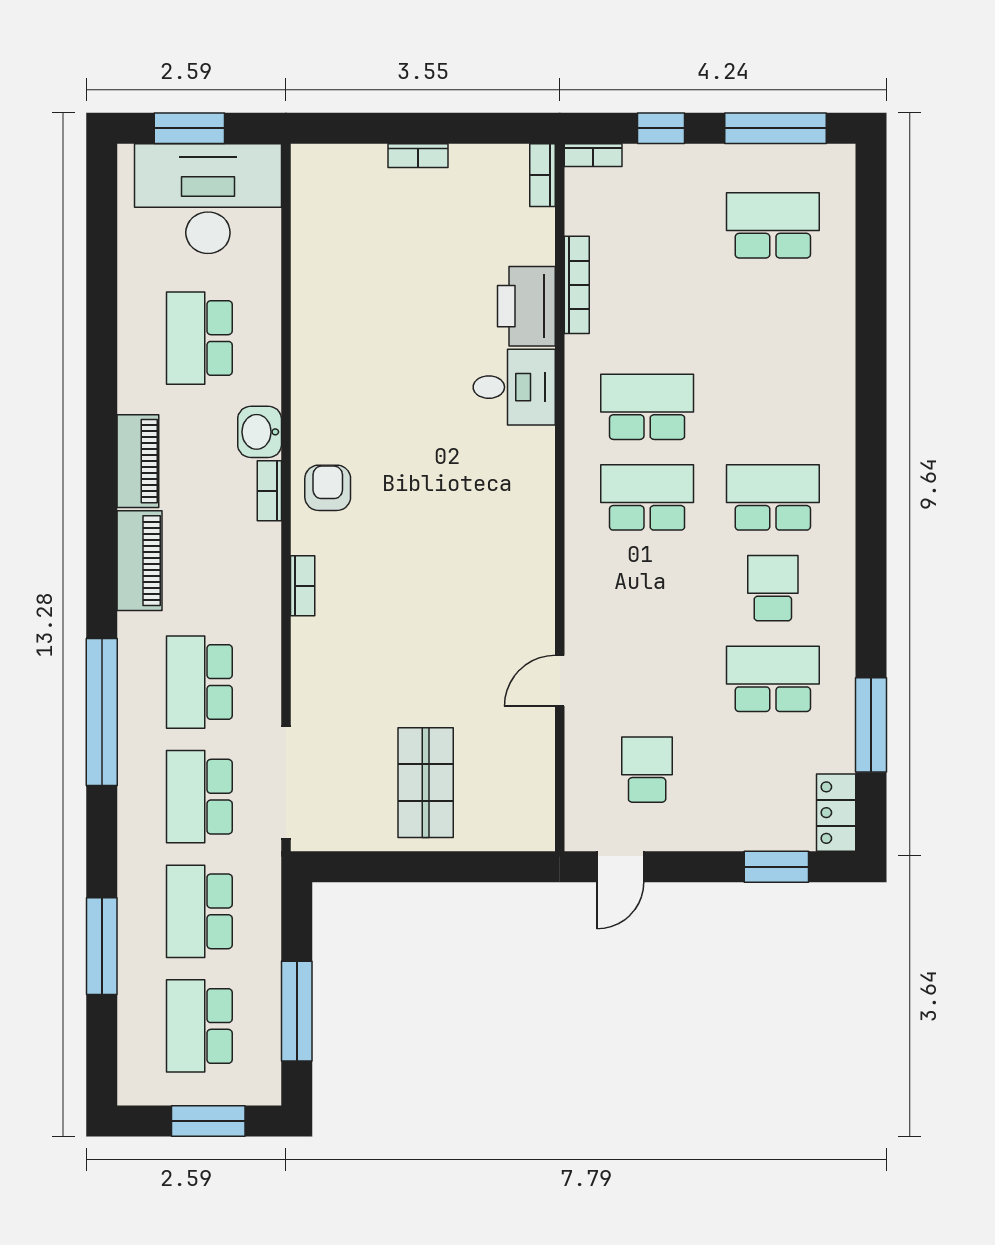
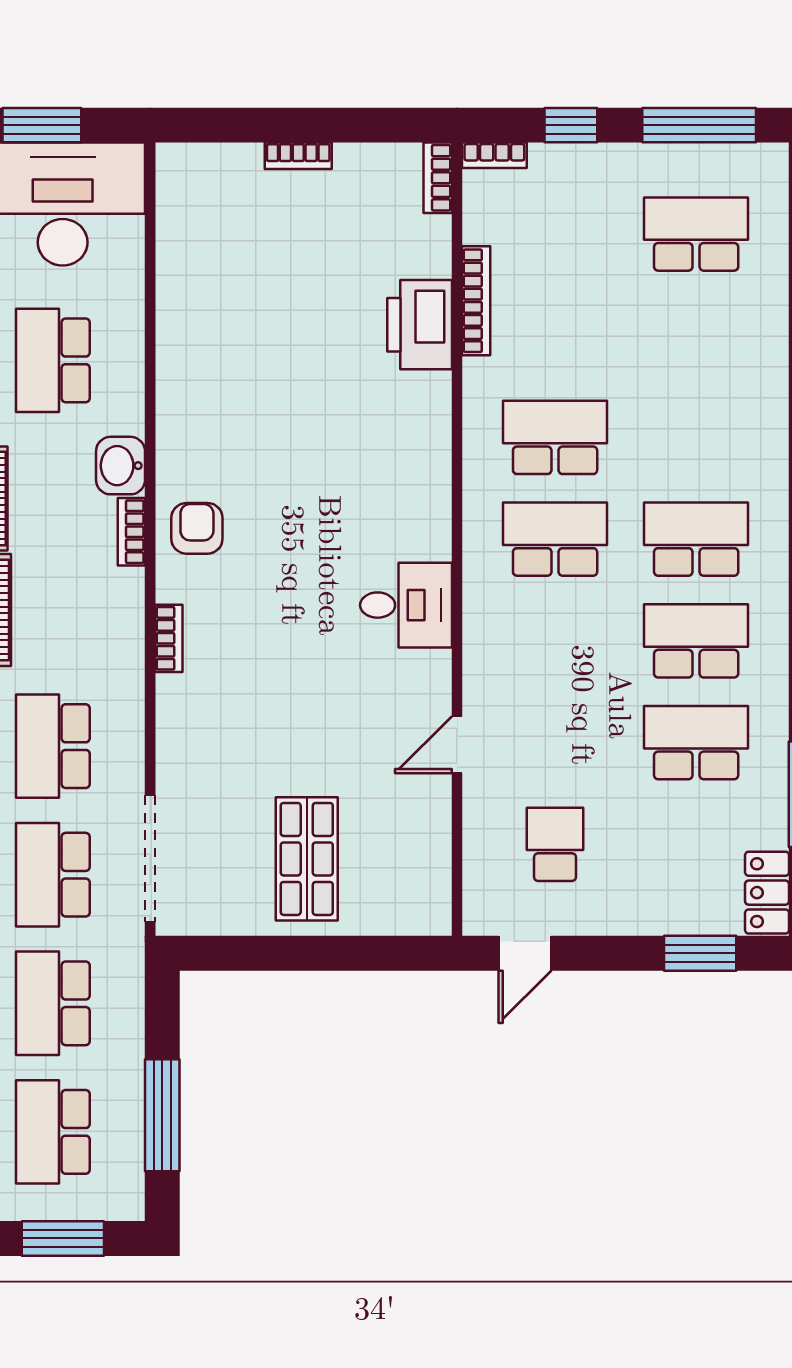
desk: (514, 387) -> (406, 605), moved
school desk: (773, 588) -> (696, 641), width x1.85

